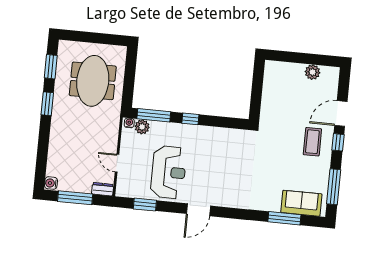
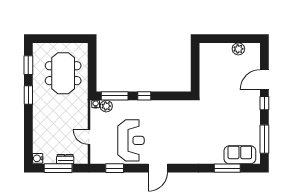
coffee table: (312, 142) -> (244, 105), removed
dresser: (103, 189) -> (65, 159), moved

